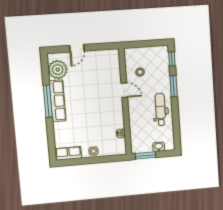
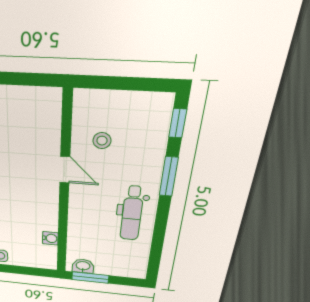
dental chair: (160, 110) -> (132, 213), turned 180
washbasin: (159, 147) -> (83, 266), moved

